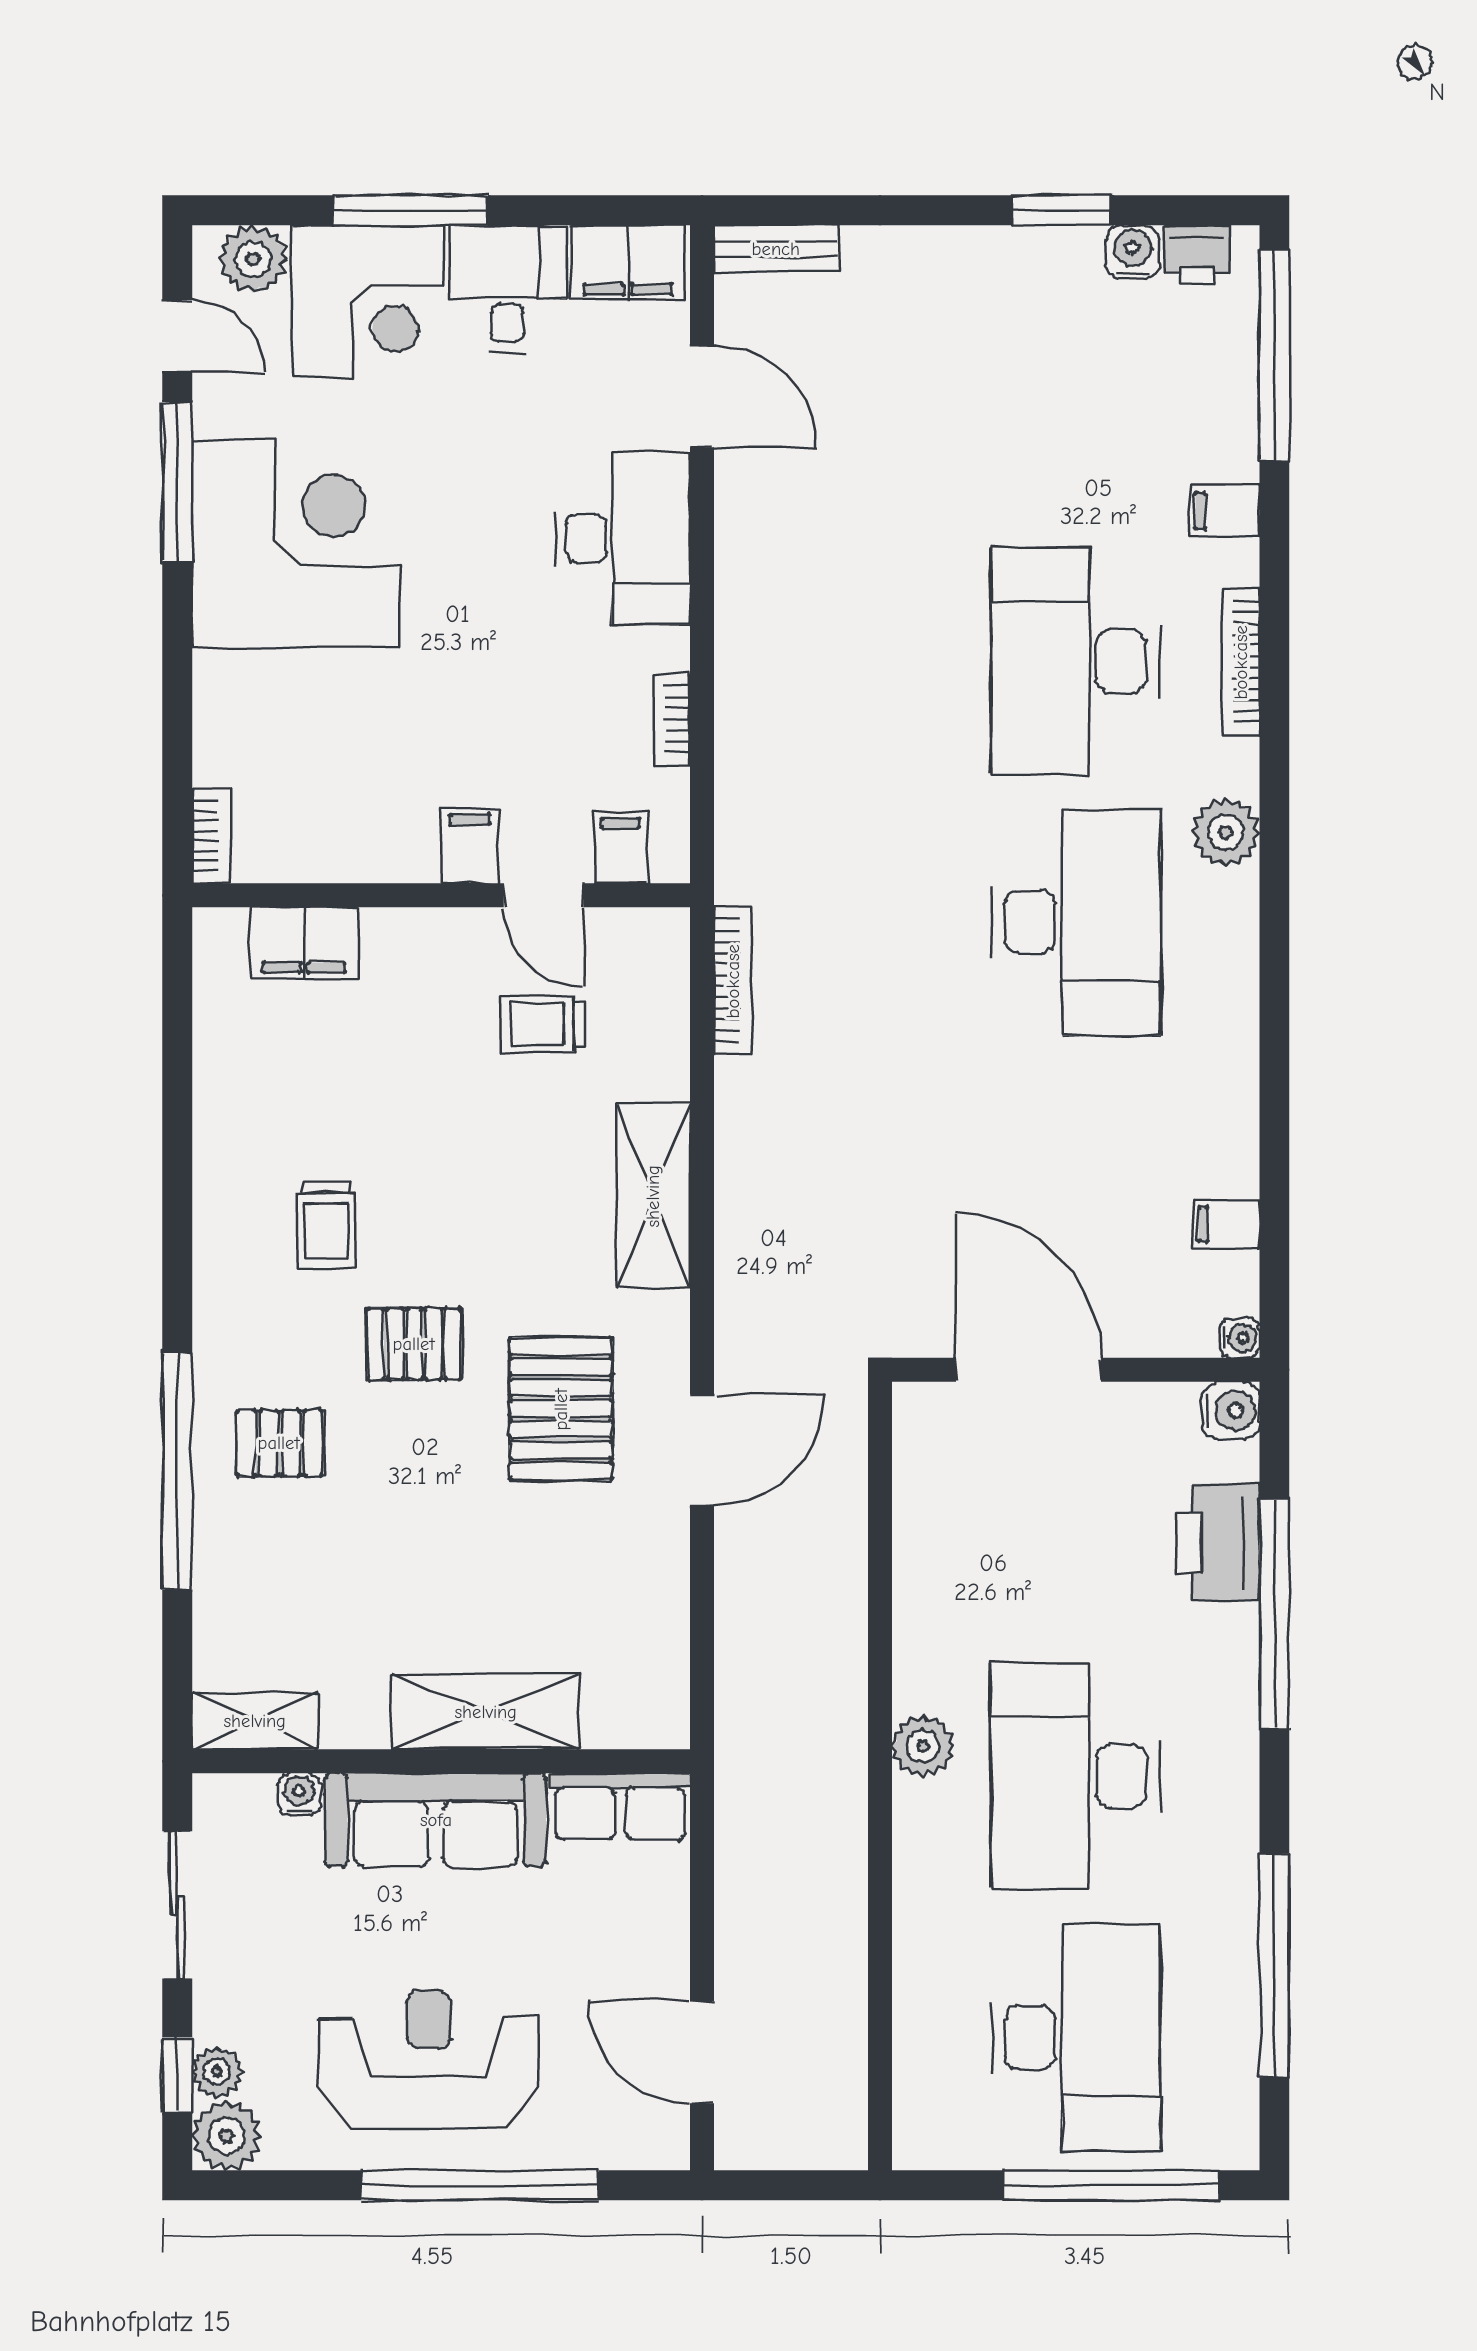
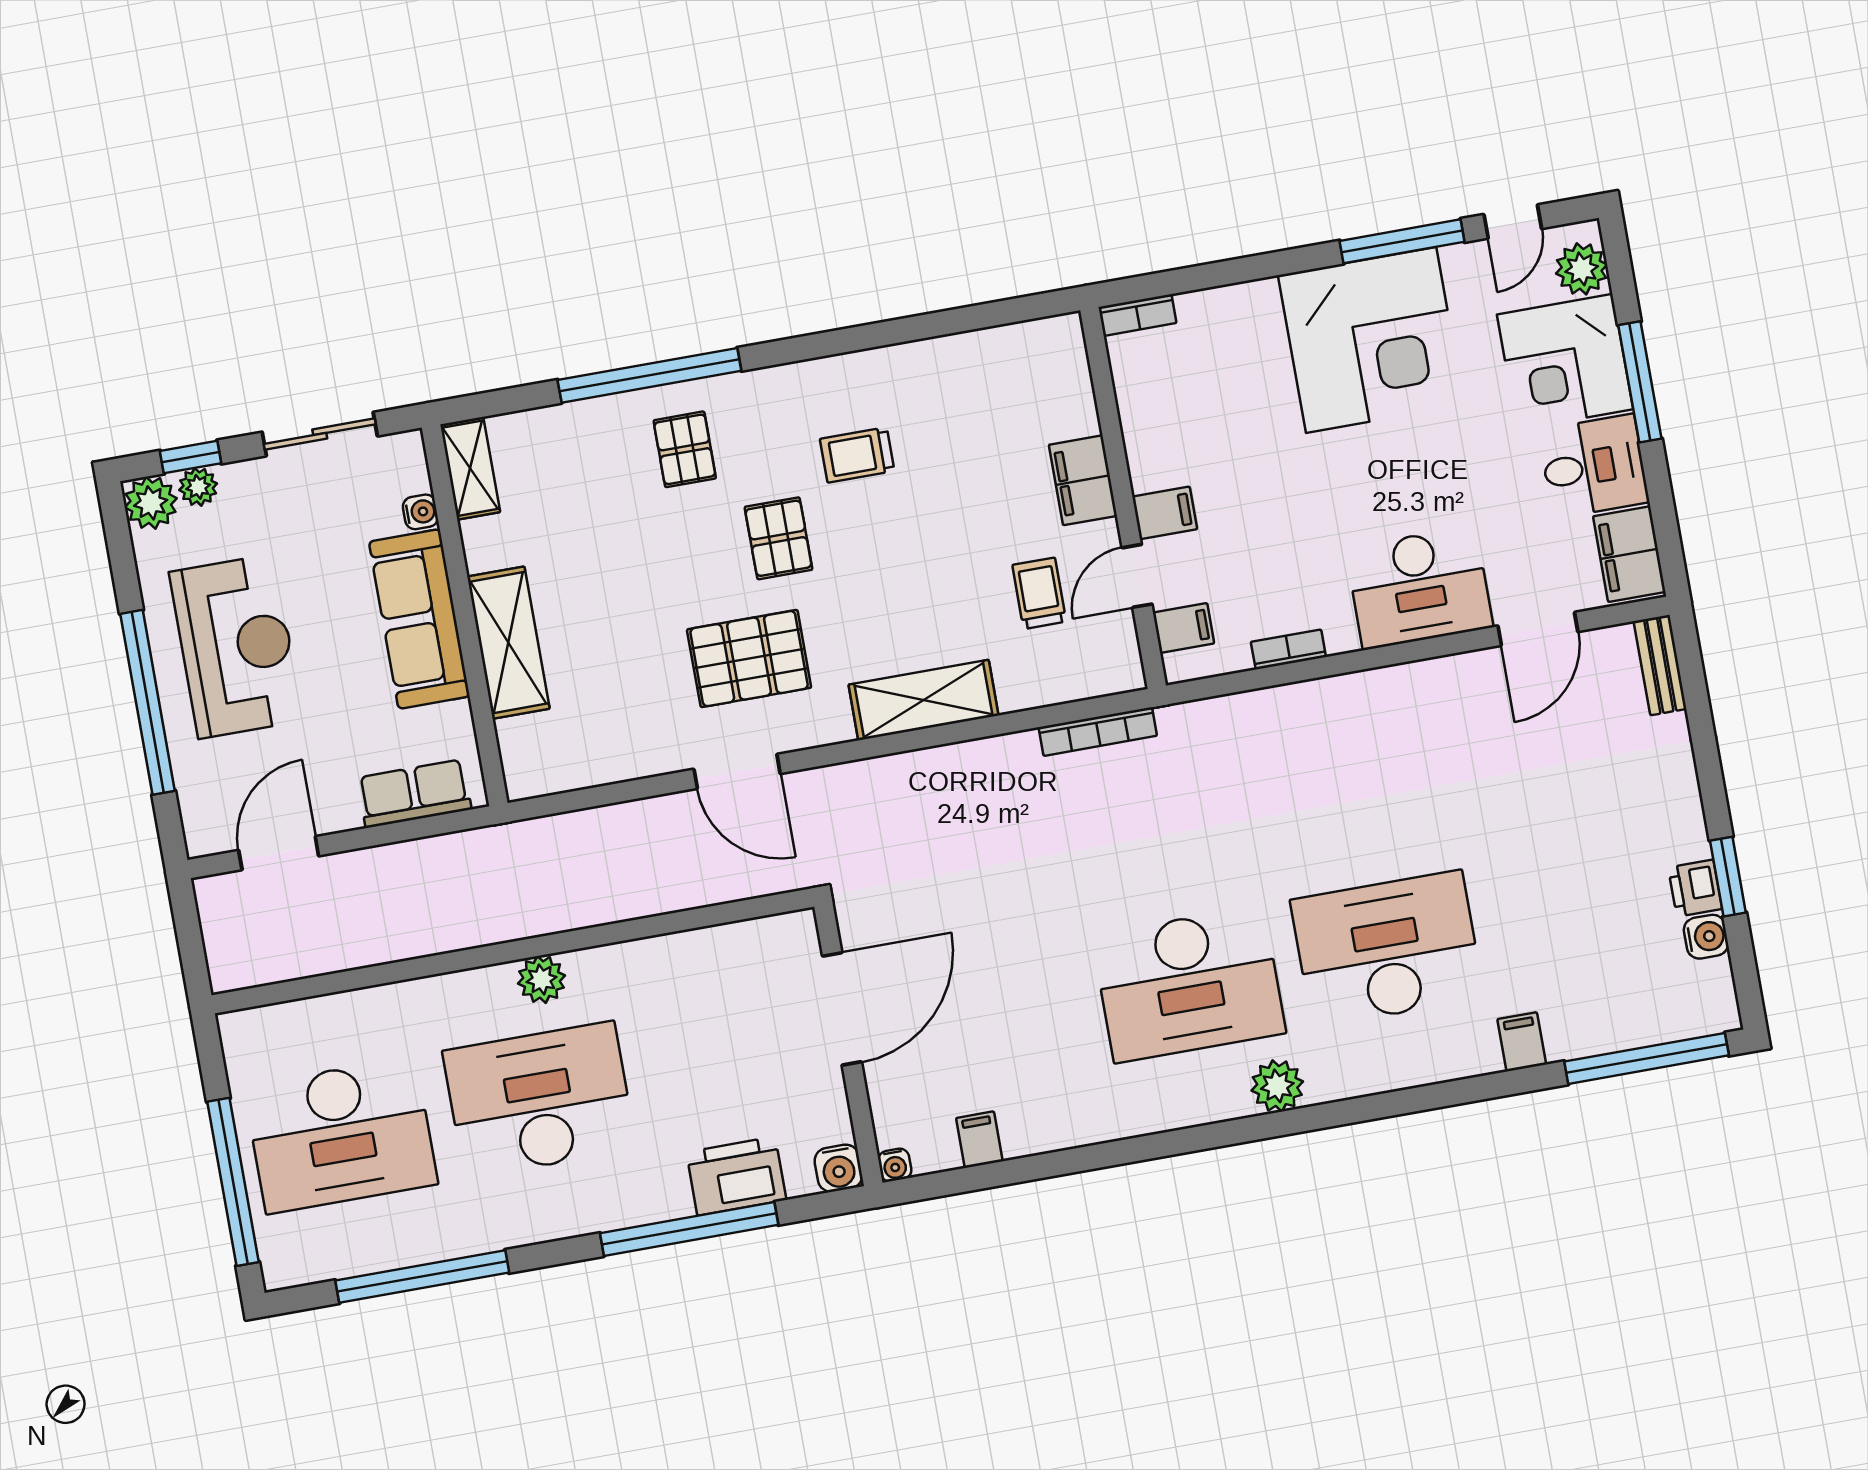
printer: (1197, 255) -> (1695, 888), moved
bookcase: (1241, 662) -> (1409, 1074), removed
filing cabinet: (304, 943) -> (1083, 480), moved
row of seats: (620, 1806) -> (414, 794), moved, turned 90

